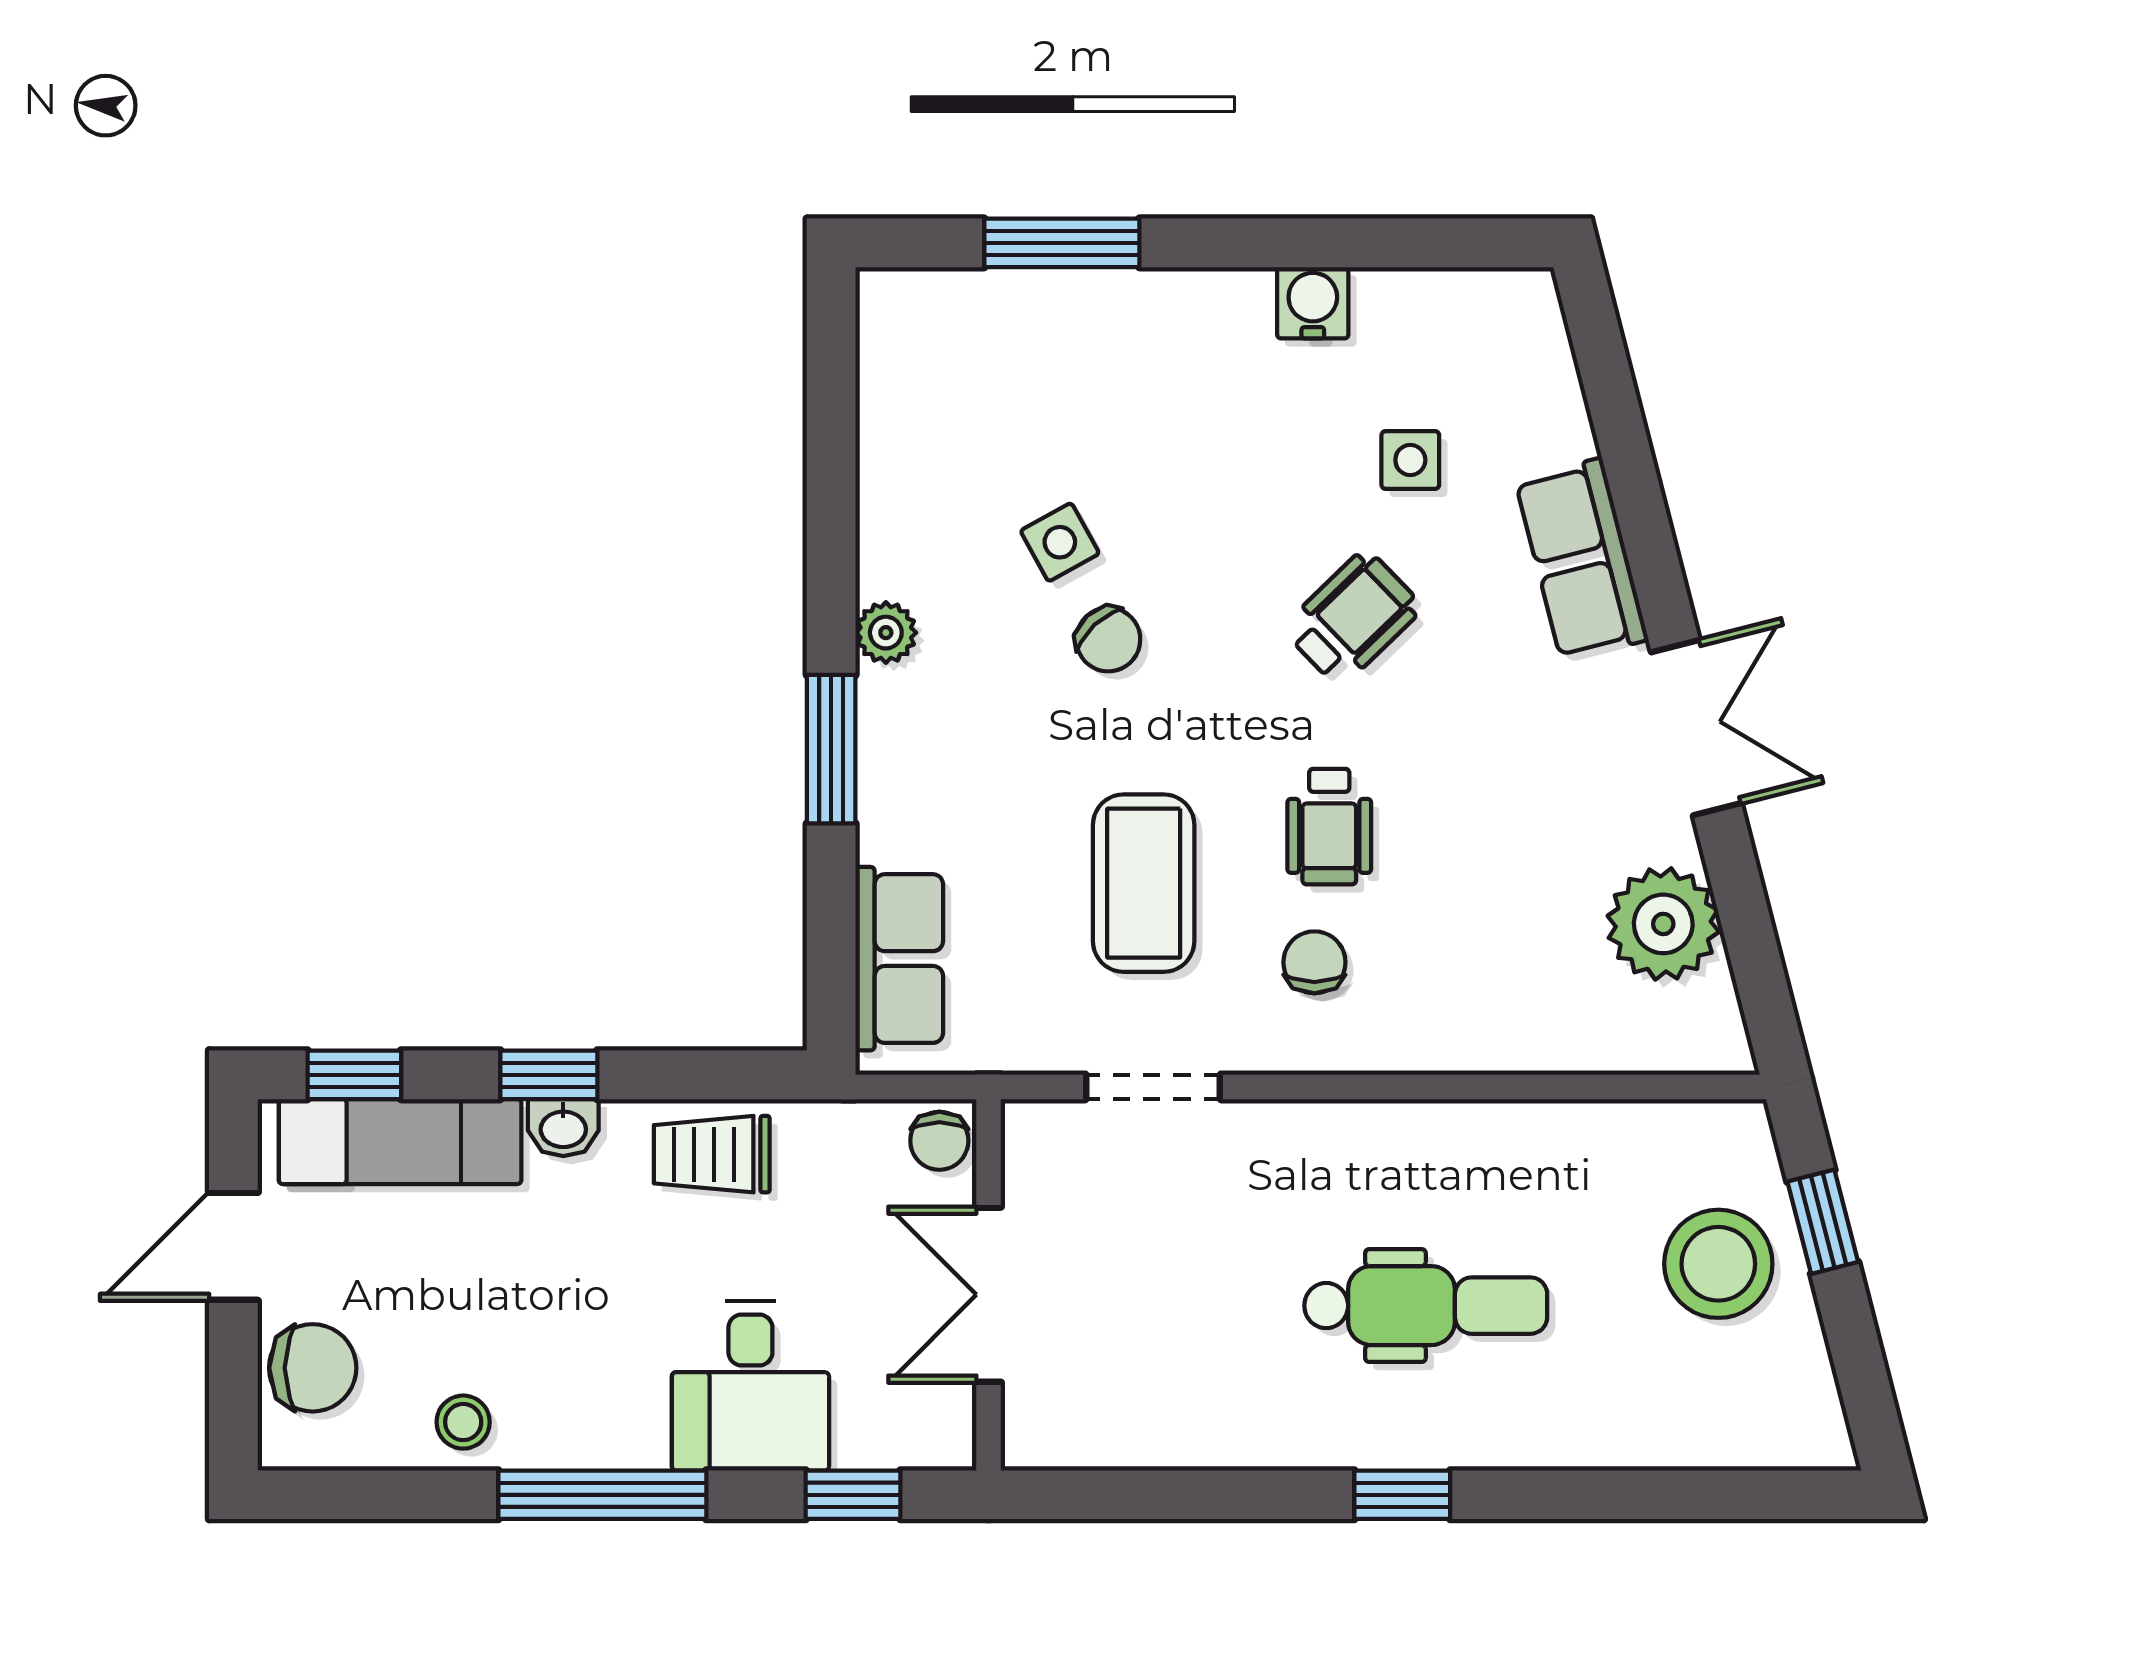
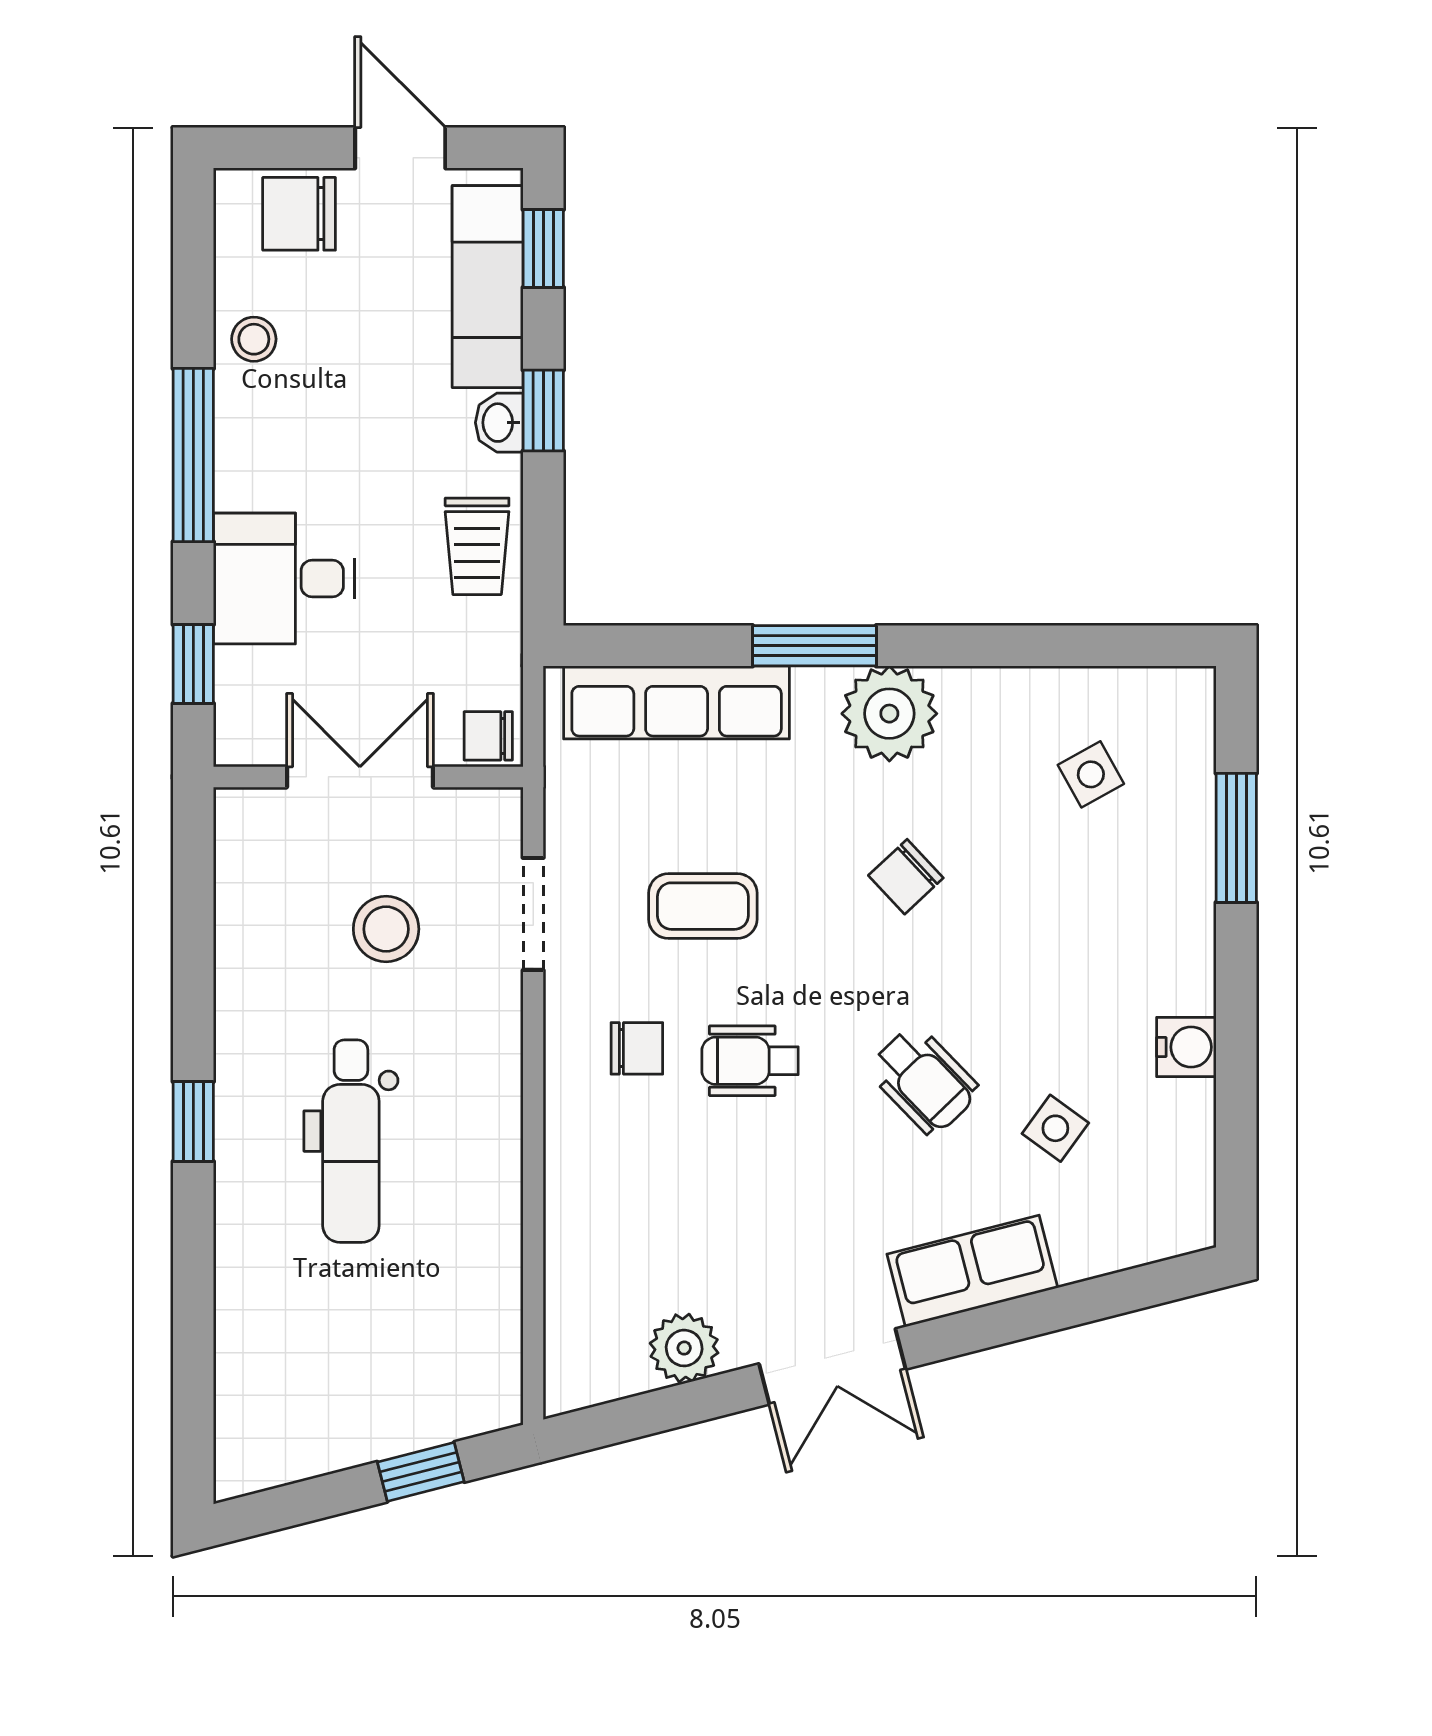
side table: (1410, 460) -> (1055, 1128), turned 36
side table: (1060, 542) -> (1091, 774), moved
plant: (886, 633) -> (889, 714), width x1.88, depth x1.88
coffee table: (1144, 883) -> (703, 906), width x0.73, depth x0.77
plant: (1663, 924) -> (684, 1348), width x0.73, depth x0.73
row of seats: (899, 959) -> (677, 702), width x1.48
trolley: (712, 1154) -> (477, 546), turned 180
stool: (1718, 1264) -> (386, 929), moved, width x0.73, depth x0.73
chair: (313, 1368) -> (299, 214), turned 90

